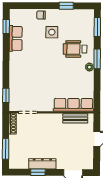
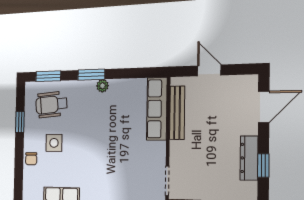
wheelchair: (75, 49) -> (51, 105), moved, turned 85
bench: (75, 118) -> (177, 113), width x1.36

